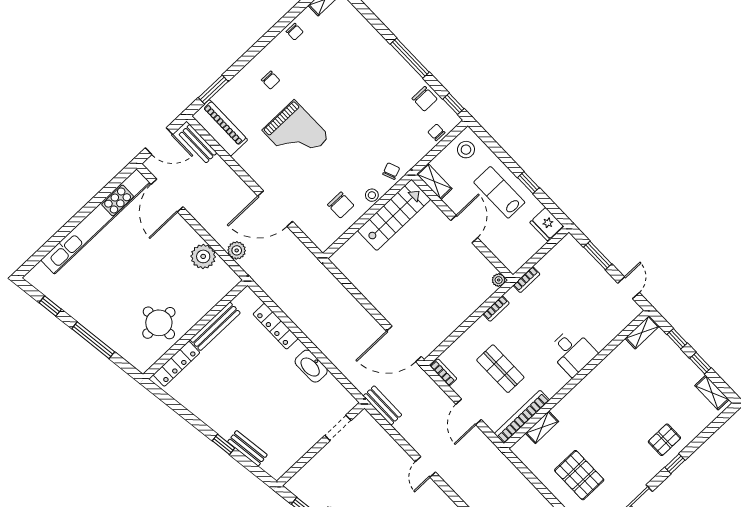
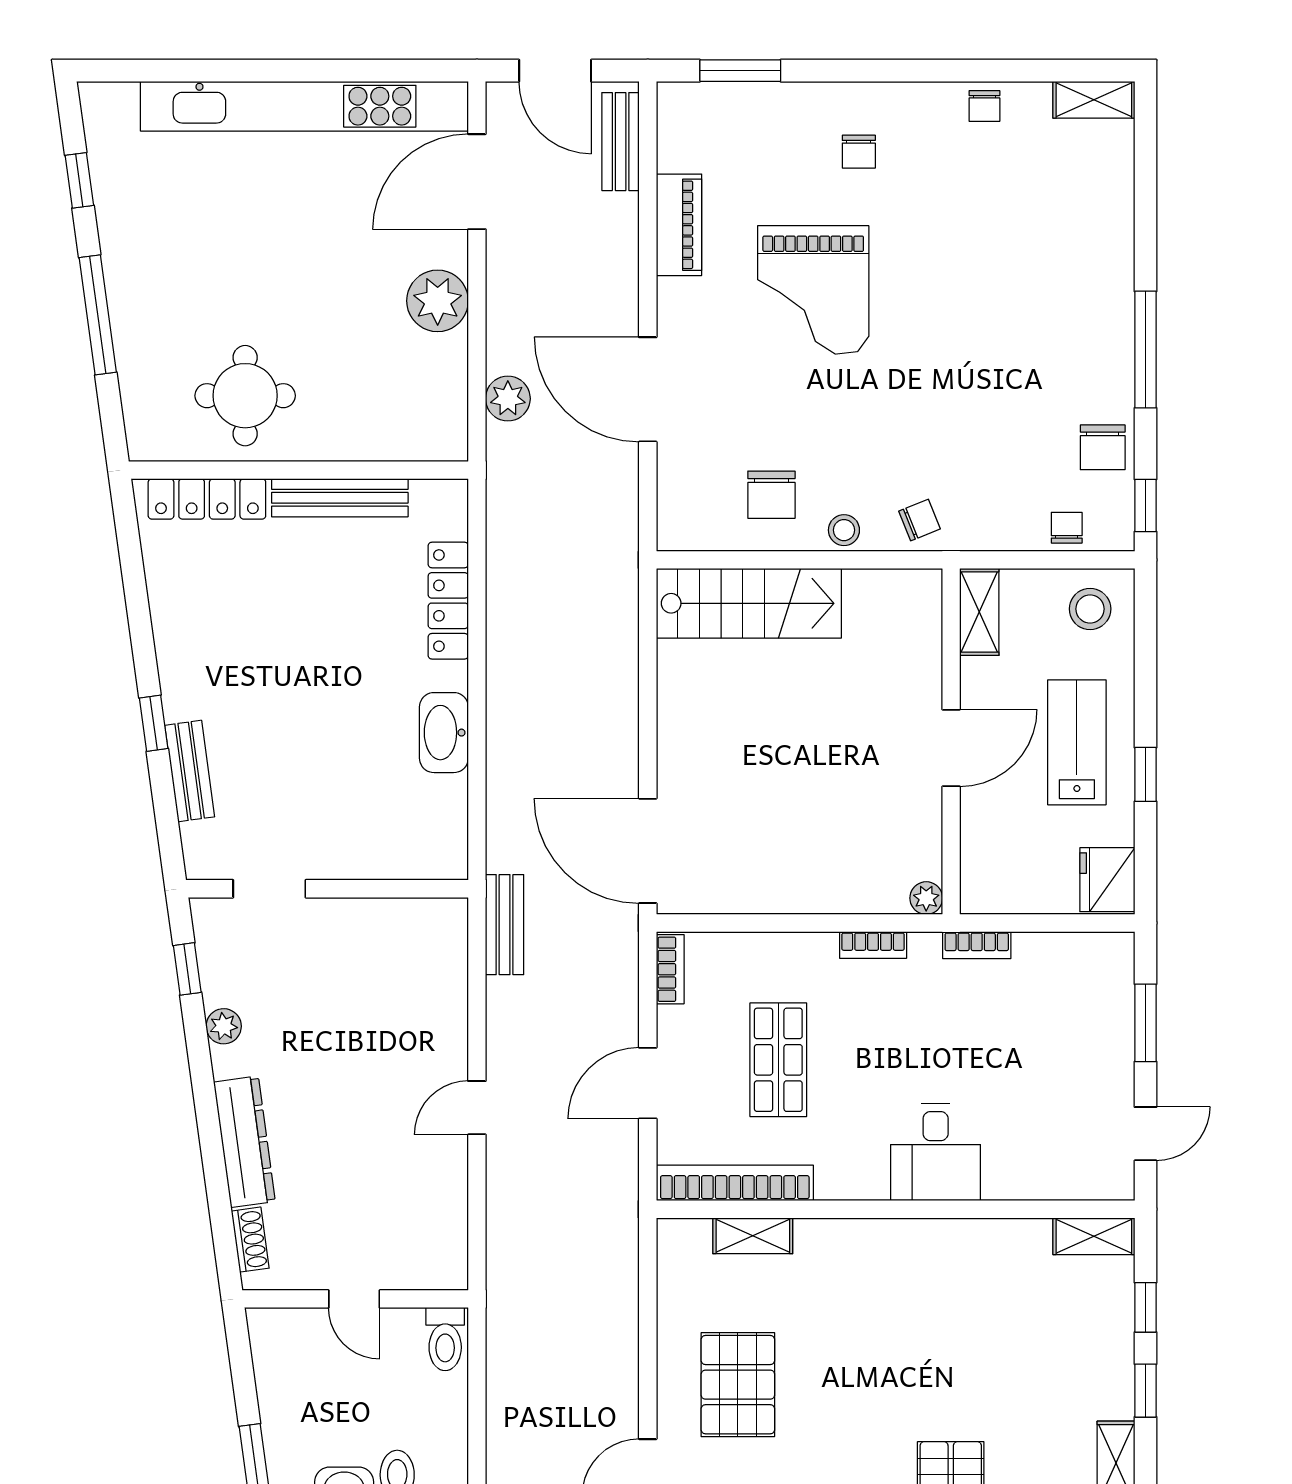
piano: (220, 128) -> (679, 225), moved, width x0.73, depth x0.75
stairs: (394, 215) -> (749, 603), moved
plant: (203, 256) -> (438, 301), moved
doorway: (338, 428) -> (269, 889), moved

